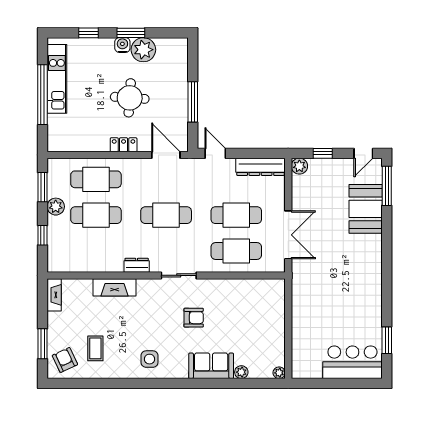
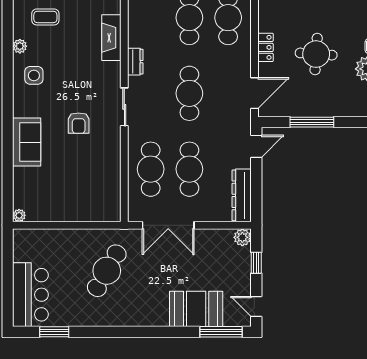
cafe table: (330, 292) -> (107, 271), added
plant: (241, 372) -> (20, 46), moved

